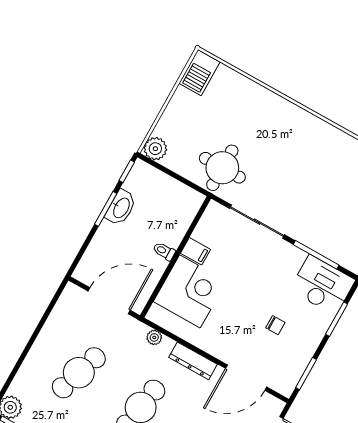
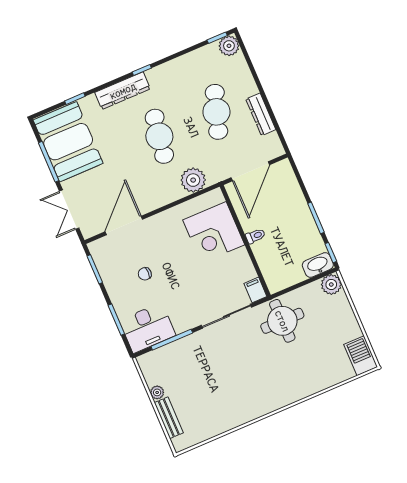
washbasin: (121, 208) -> (318, 265), moved, turned 90
filing cabinet: (195, 251) -> (255, 290), moved, turned 90
plant: (154, 337) -> (193, 180), width x1.88, depth x1.88
dresser: (193, 361) -> (261, 114), moved, turned -90

